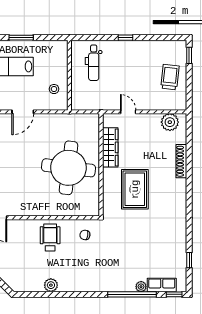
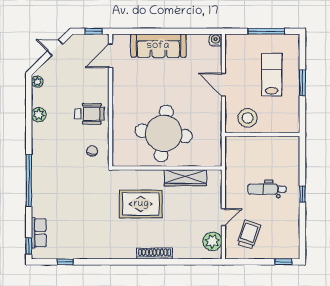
dental chair: (94, 63) -> (267, 189), moved
trolley: (170, 77) -> (249, 234), moved, turned -78
stool: (54, 89) -> (248, 118), width x1.89, depth x1.89
door: (128, 112) -> (223, 217), moved
shoe rack: (181, 161) -> (155, 254), moved
plant: (141, 287) -> (37, 82), moved
window: (132, 294) -> (29, 180), moved

